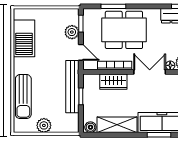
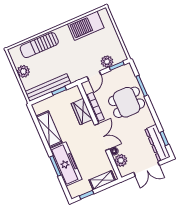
dining table: (124, 30) -> (127, 102), width x0.73
bench: (72, 87) -> (48, 87), moved
boiler: (90, 127) -> (38, 109), removed

